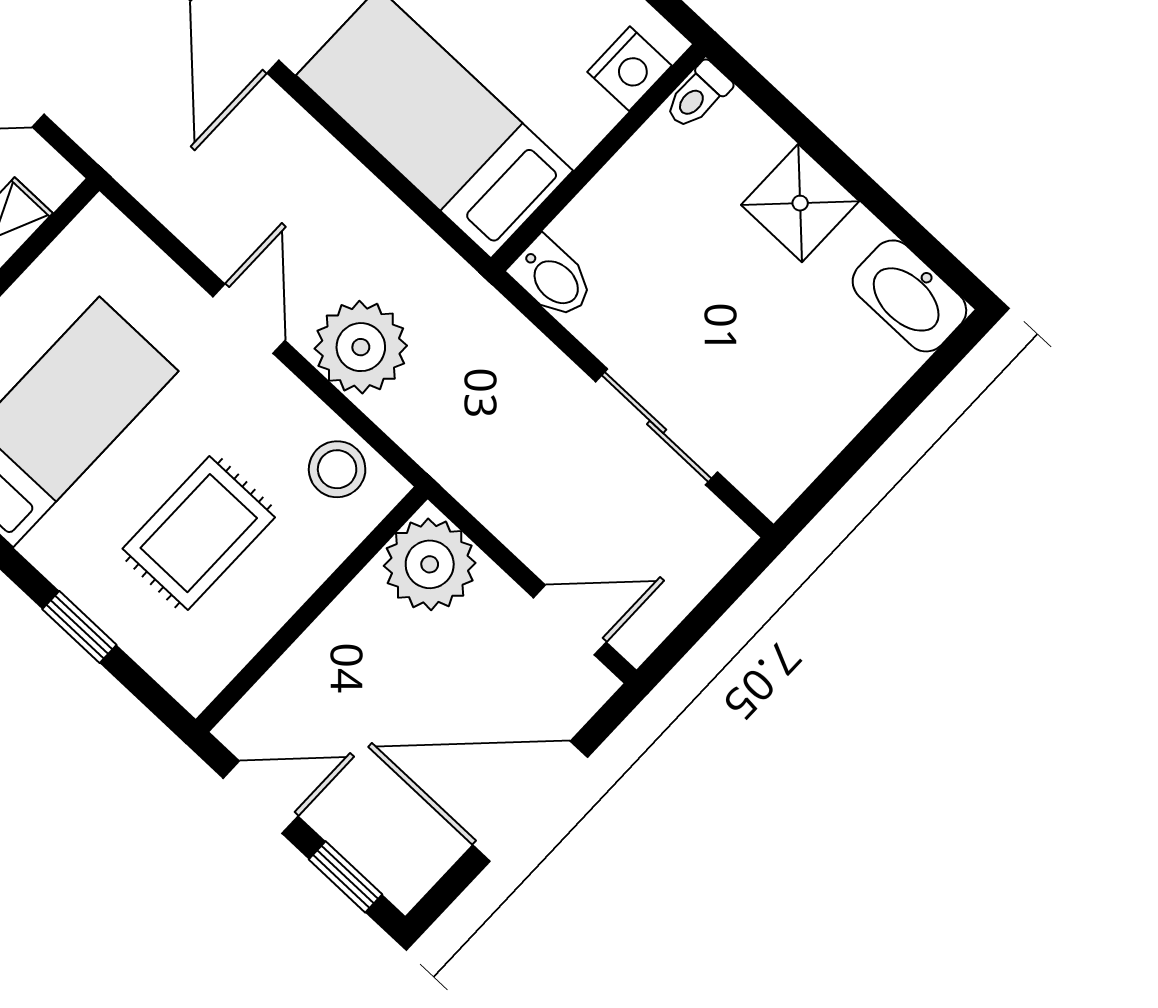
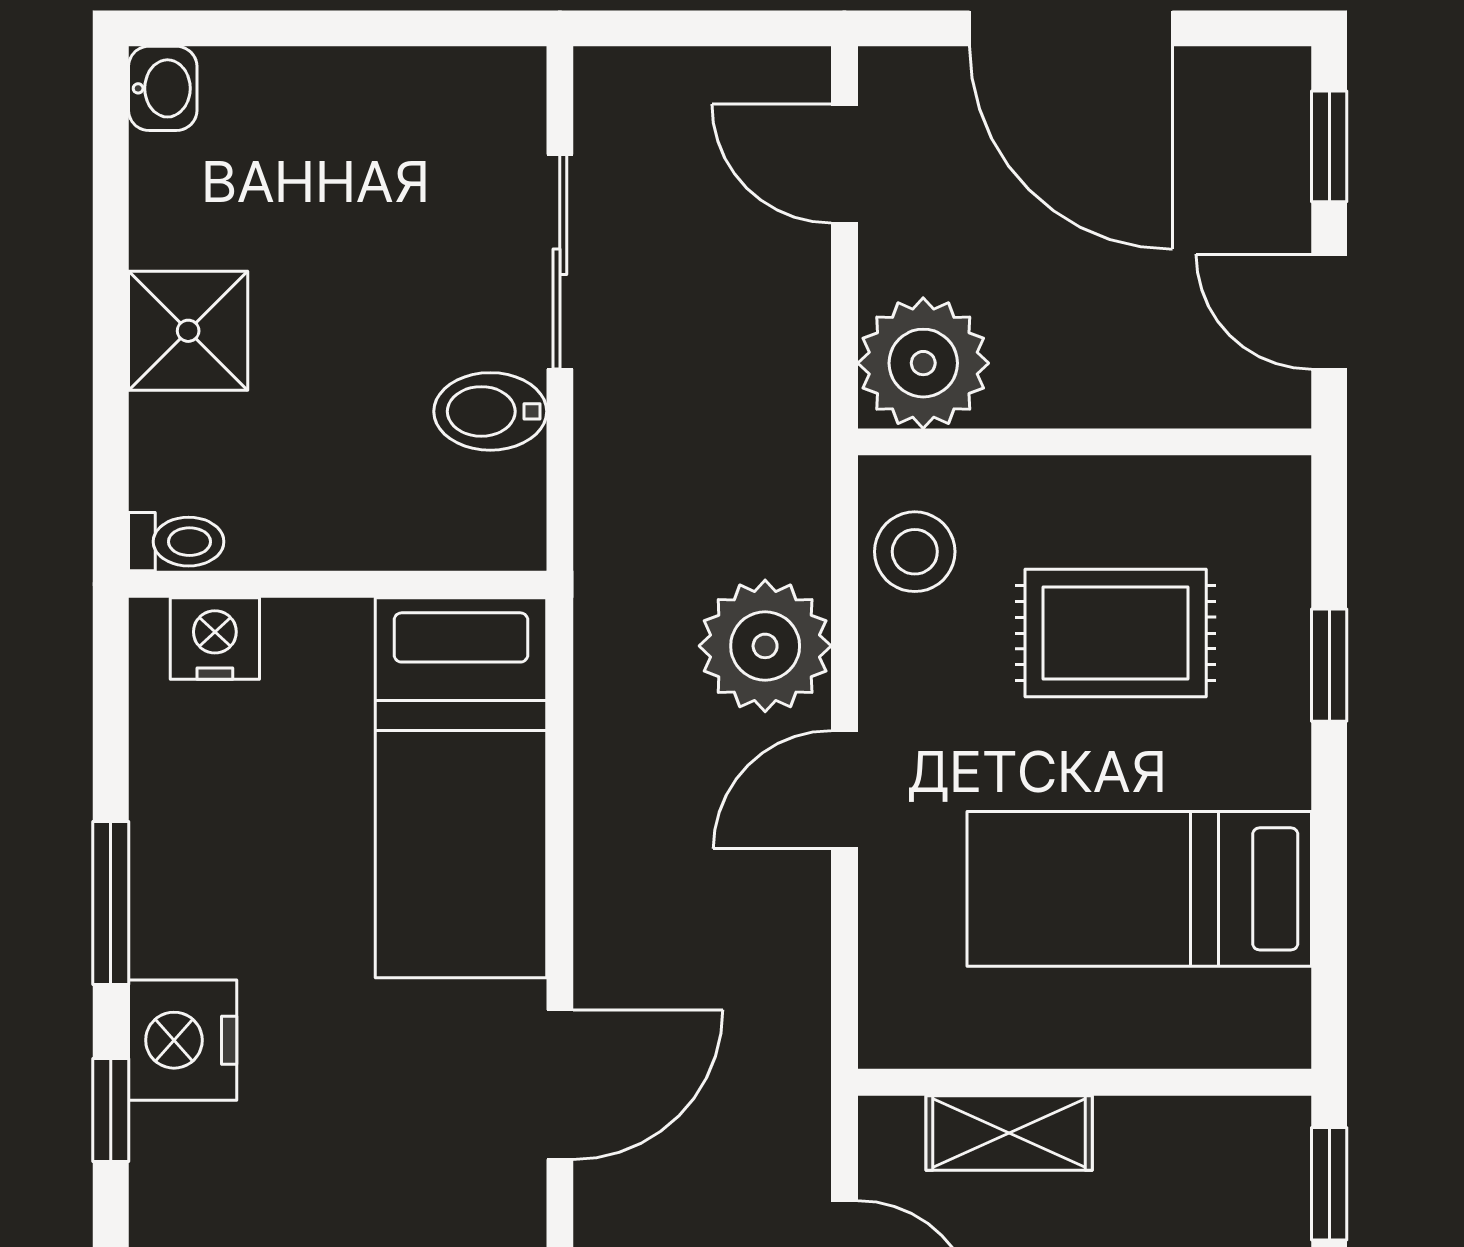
bidet: (552, 278) -> (490, 411), moved, turned -90
washbasin: (909, 296) -> (163, 88), width x0.52, depth x0.69

